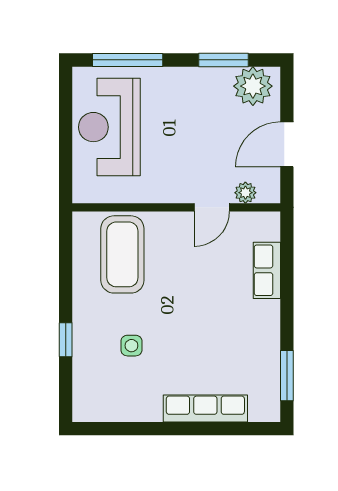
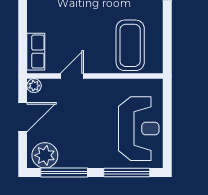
window: (223, 60) -> (64, 172), width x1.44
plant: (245, 193) -> (34, 86), moved
row of seats: (267, 270) -> (36, 52), moved

